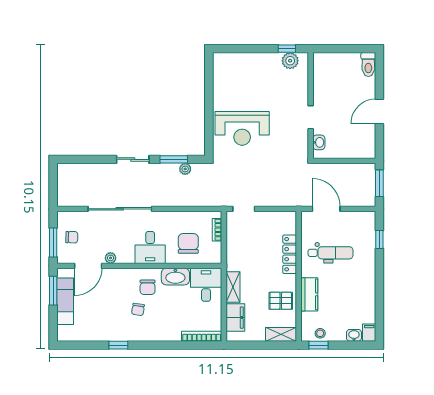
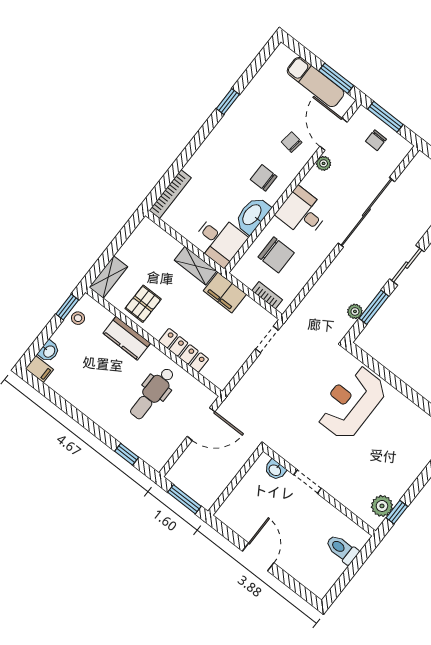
toilet: (368, 65) -> (342, 549), moved
chair: (138, 309) -> (292, 142), moved
filing cabinet: (235, 318) -> (225, 293), moved

